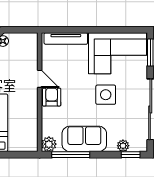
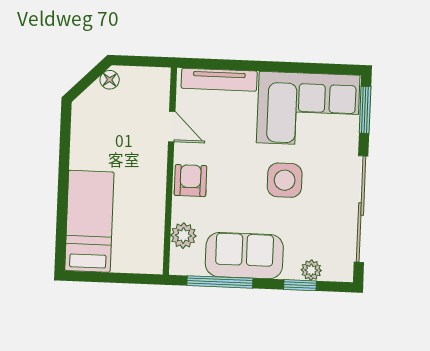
door: (40, 79) -> (172, 127), moved
plant: (49, 144) -> (183, 236), moved
window: (131, 155) -> (300, 285), moved

